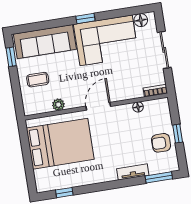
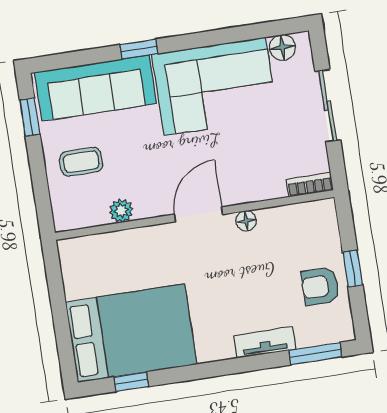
window: (85, 19) -> (139, 49), moved
floor lamp: (138, 107) -> (246, 221), moved
bed: (60, 144) -> (131, 333), moved

